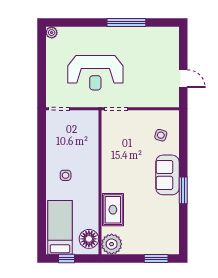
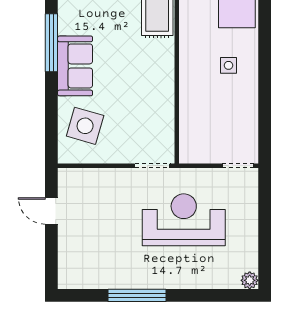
side table: (161, 135) -> (85, 126), width x1.87, depth x1.87
window: (183, 190) -> (51, 43), width x1.44

